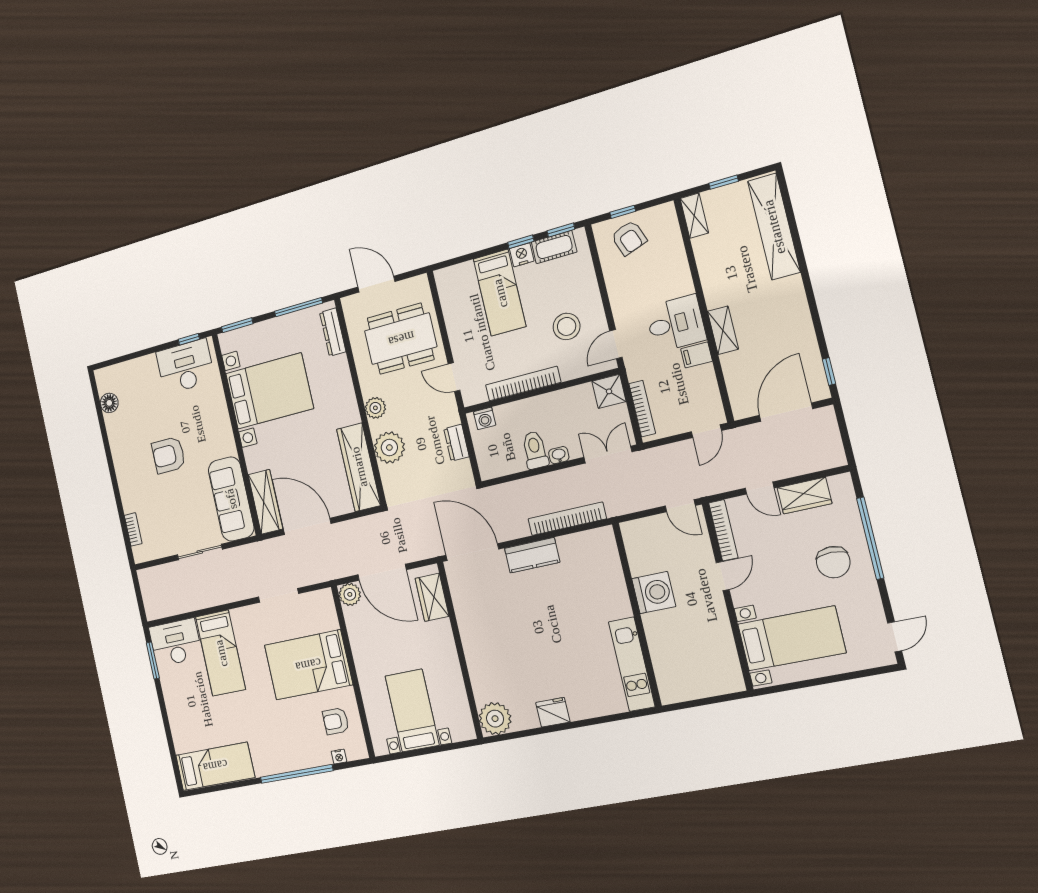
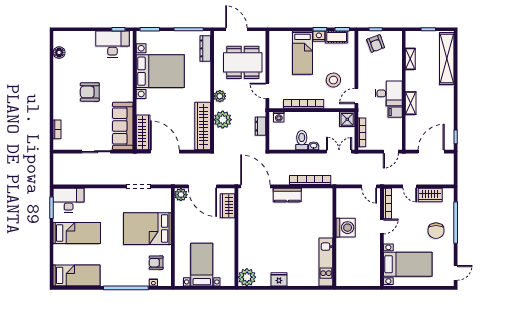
shelving: (694, 216) -> (410, 59), moved
bed: (221, 653) -> (77, 233), moved, turned -90

